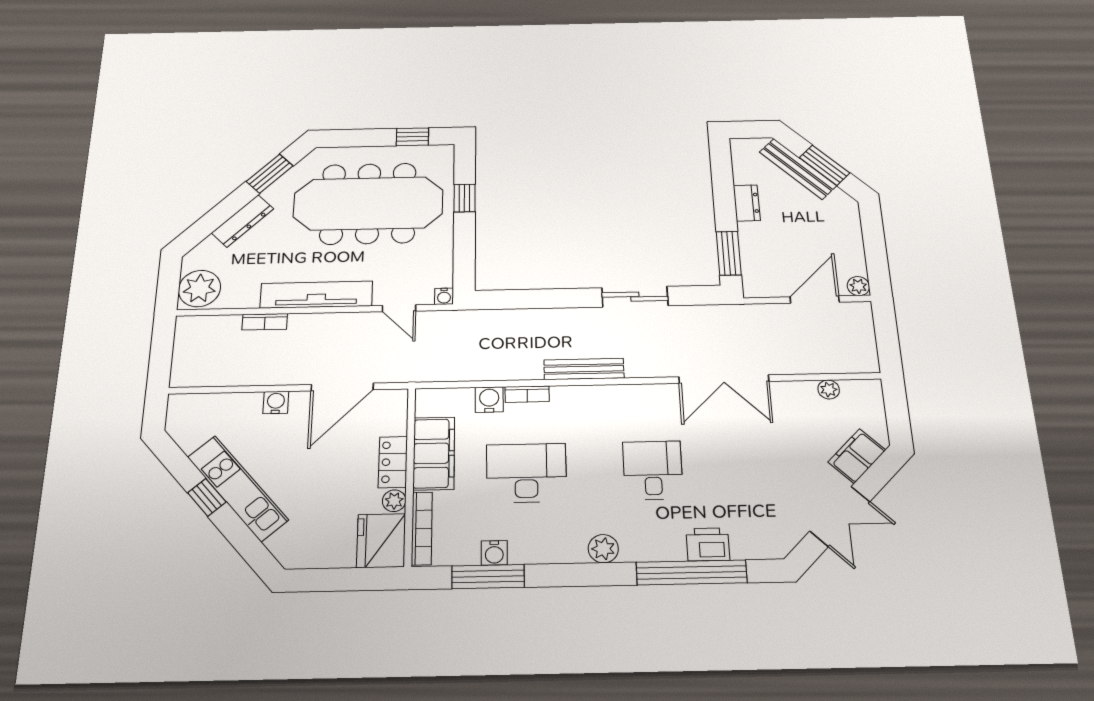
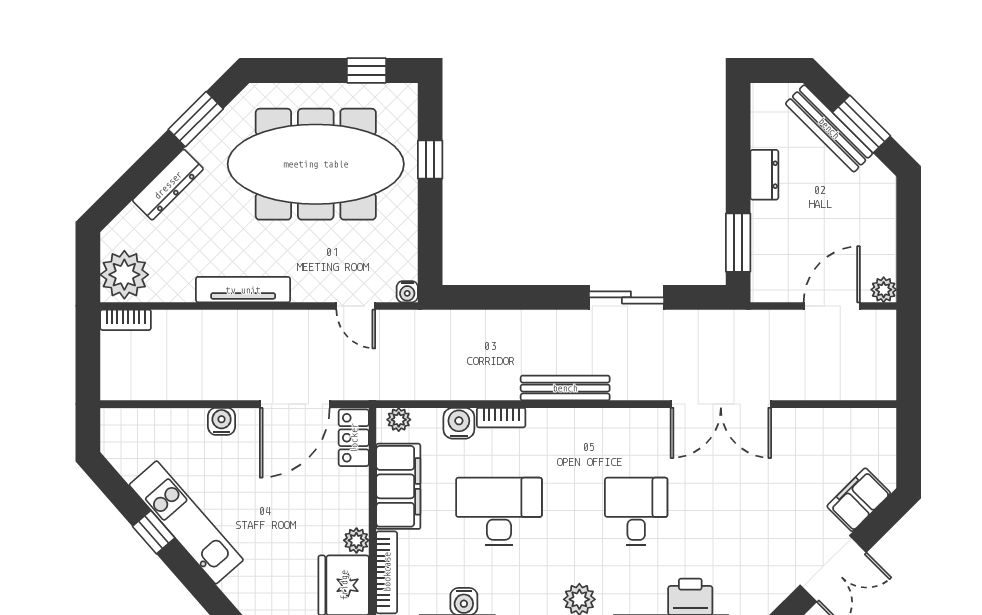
tv unit: (316, 295) -> (243, 290), width x0.73, depth x0.78
bookcase: (265, 322) -> (126, 320), moved
plant: (829, 390) -> (399, 420), moved
locker: (393, 462) -> (354, 438), moved

